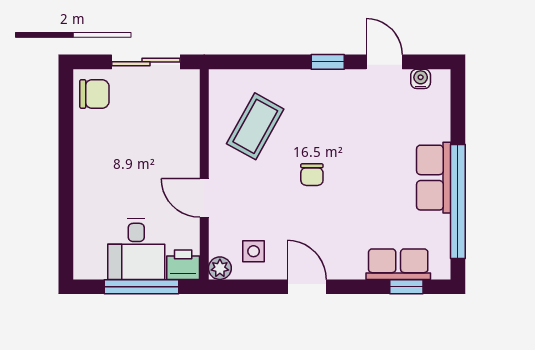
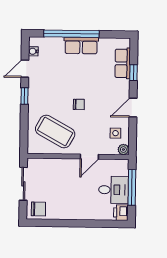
chair: (94, 94) -> (38, 209), turned 90
coffee table: (255, 126) -> (55, 131), width x1.36, depth x1.32
window: (458, 202) -> (71, 34), moved
printer: (183, 265) -> (121, 213), moved
window: (406, 287) -> (133, 73), moved

